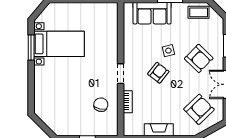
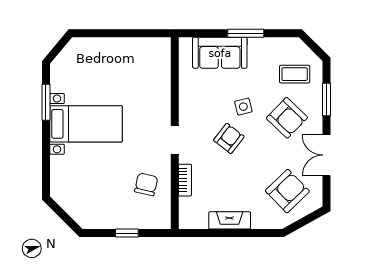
coffee table: (199, 12) -> (295, 74), moved
bed with nightstands: (59, 44) -> (86, 124), moved

